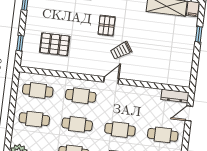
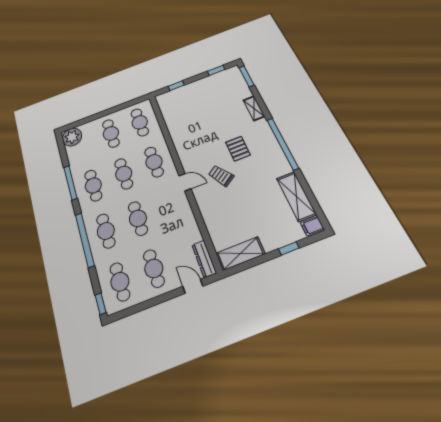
pallet: (107, 26) -> (238, 149), turned 90
pallet: (55, 44) -> (192, 113), removed
shelving: (185, 69) -> (240, 254), added

